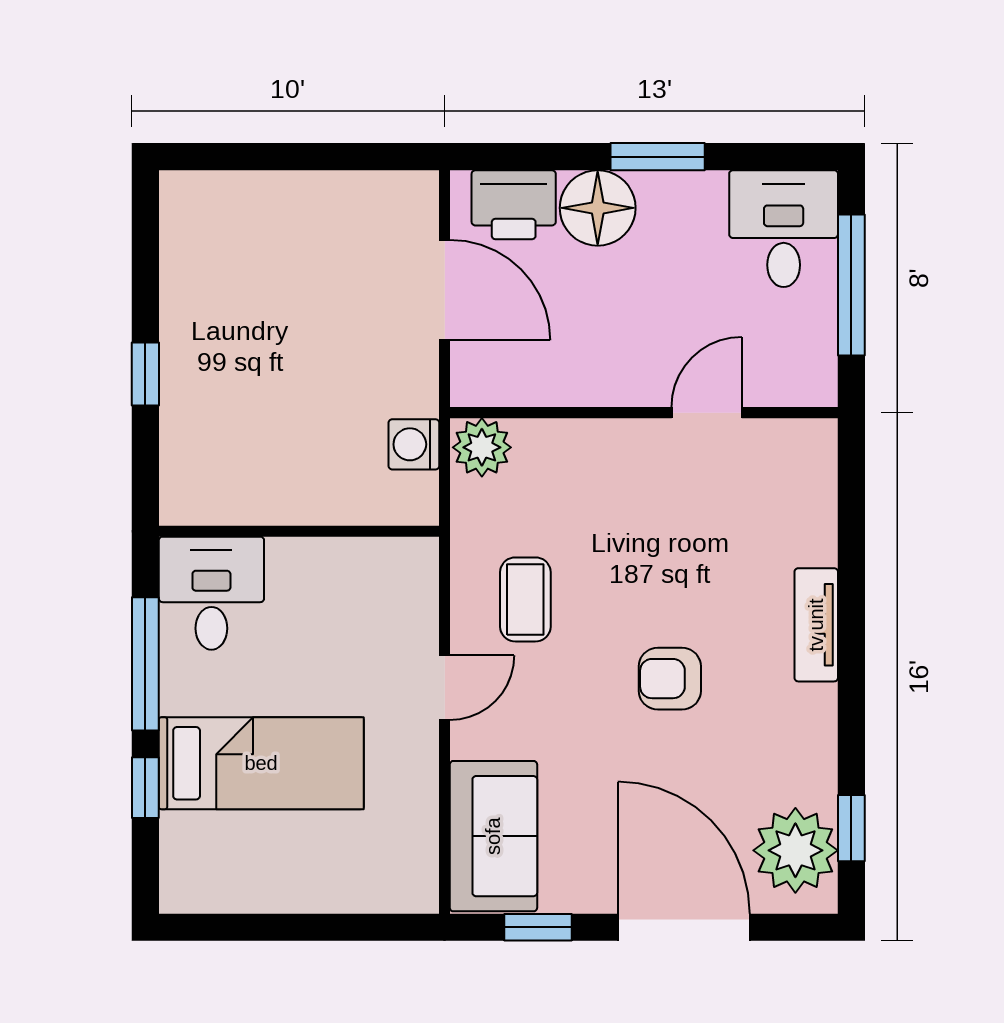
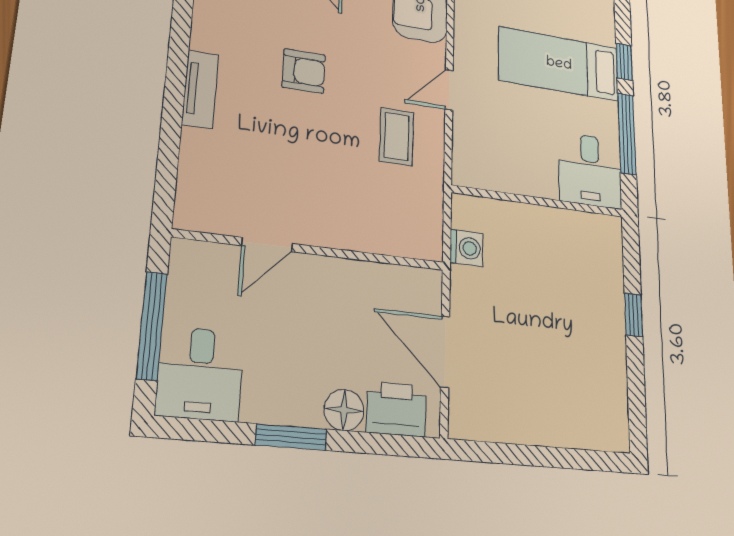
floor lamp: (598, 208) -> (344, 410), width x0.73, depth x0.73
plant: (482, 447) -> (422, 240), removed

